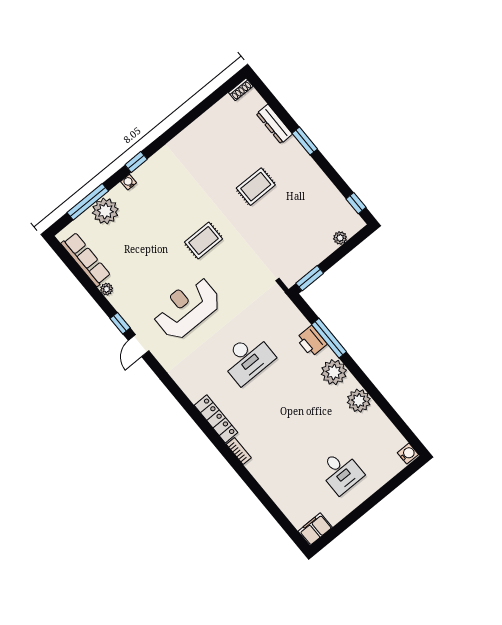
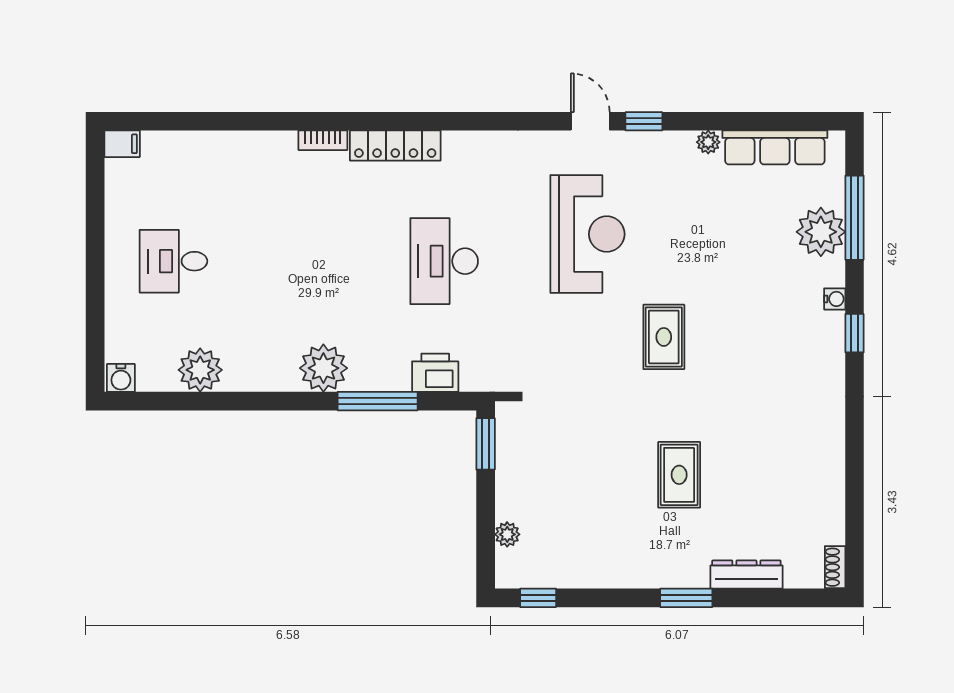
printer: (312, 341) -> (435, 373), moved
plant: (359, 401) -> (200, 370), moved
filing cabinet: (315, 529) -> (122, 144), width x0.50

